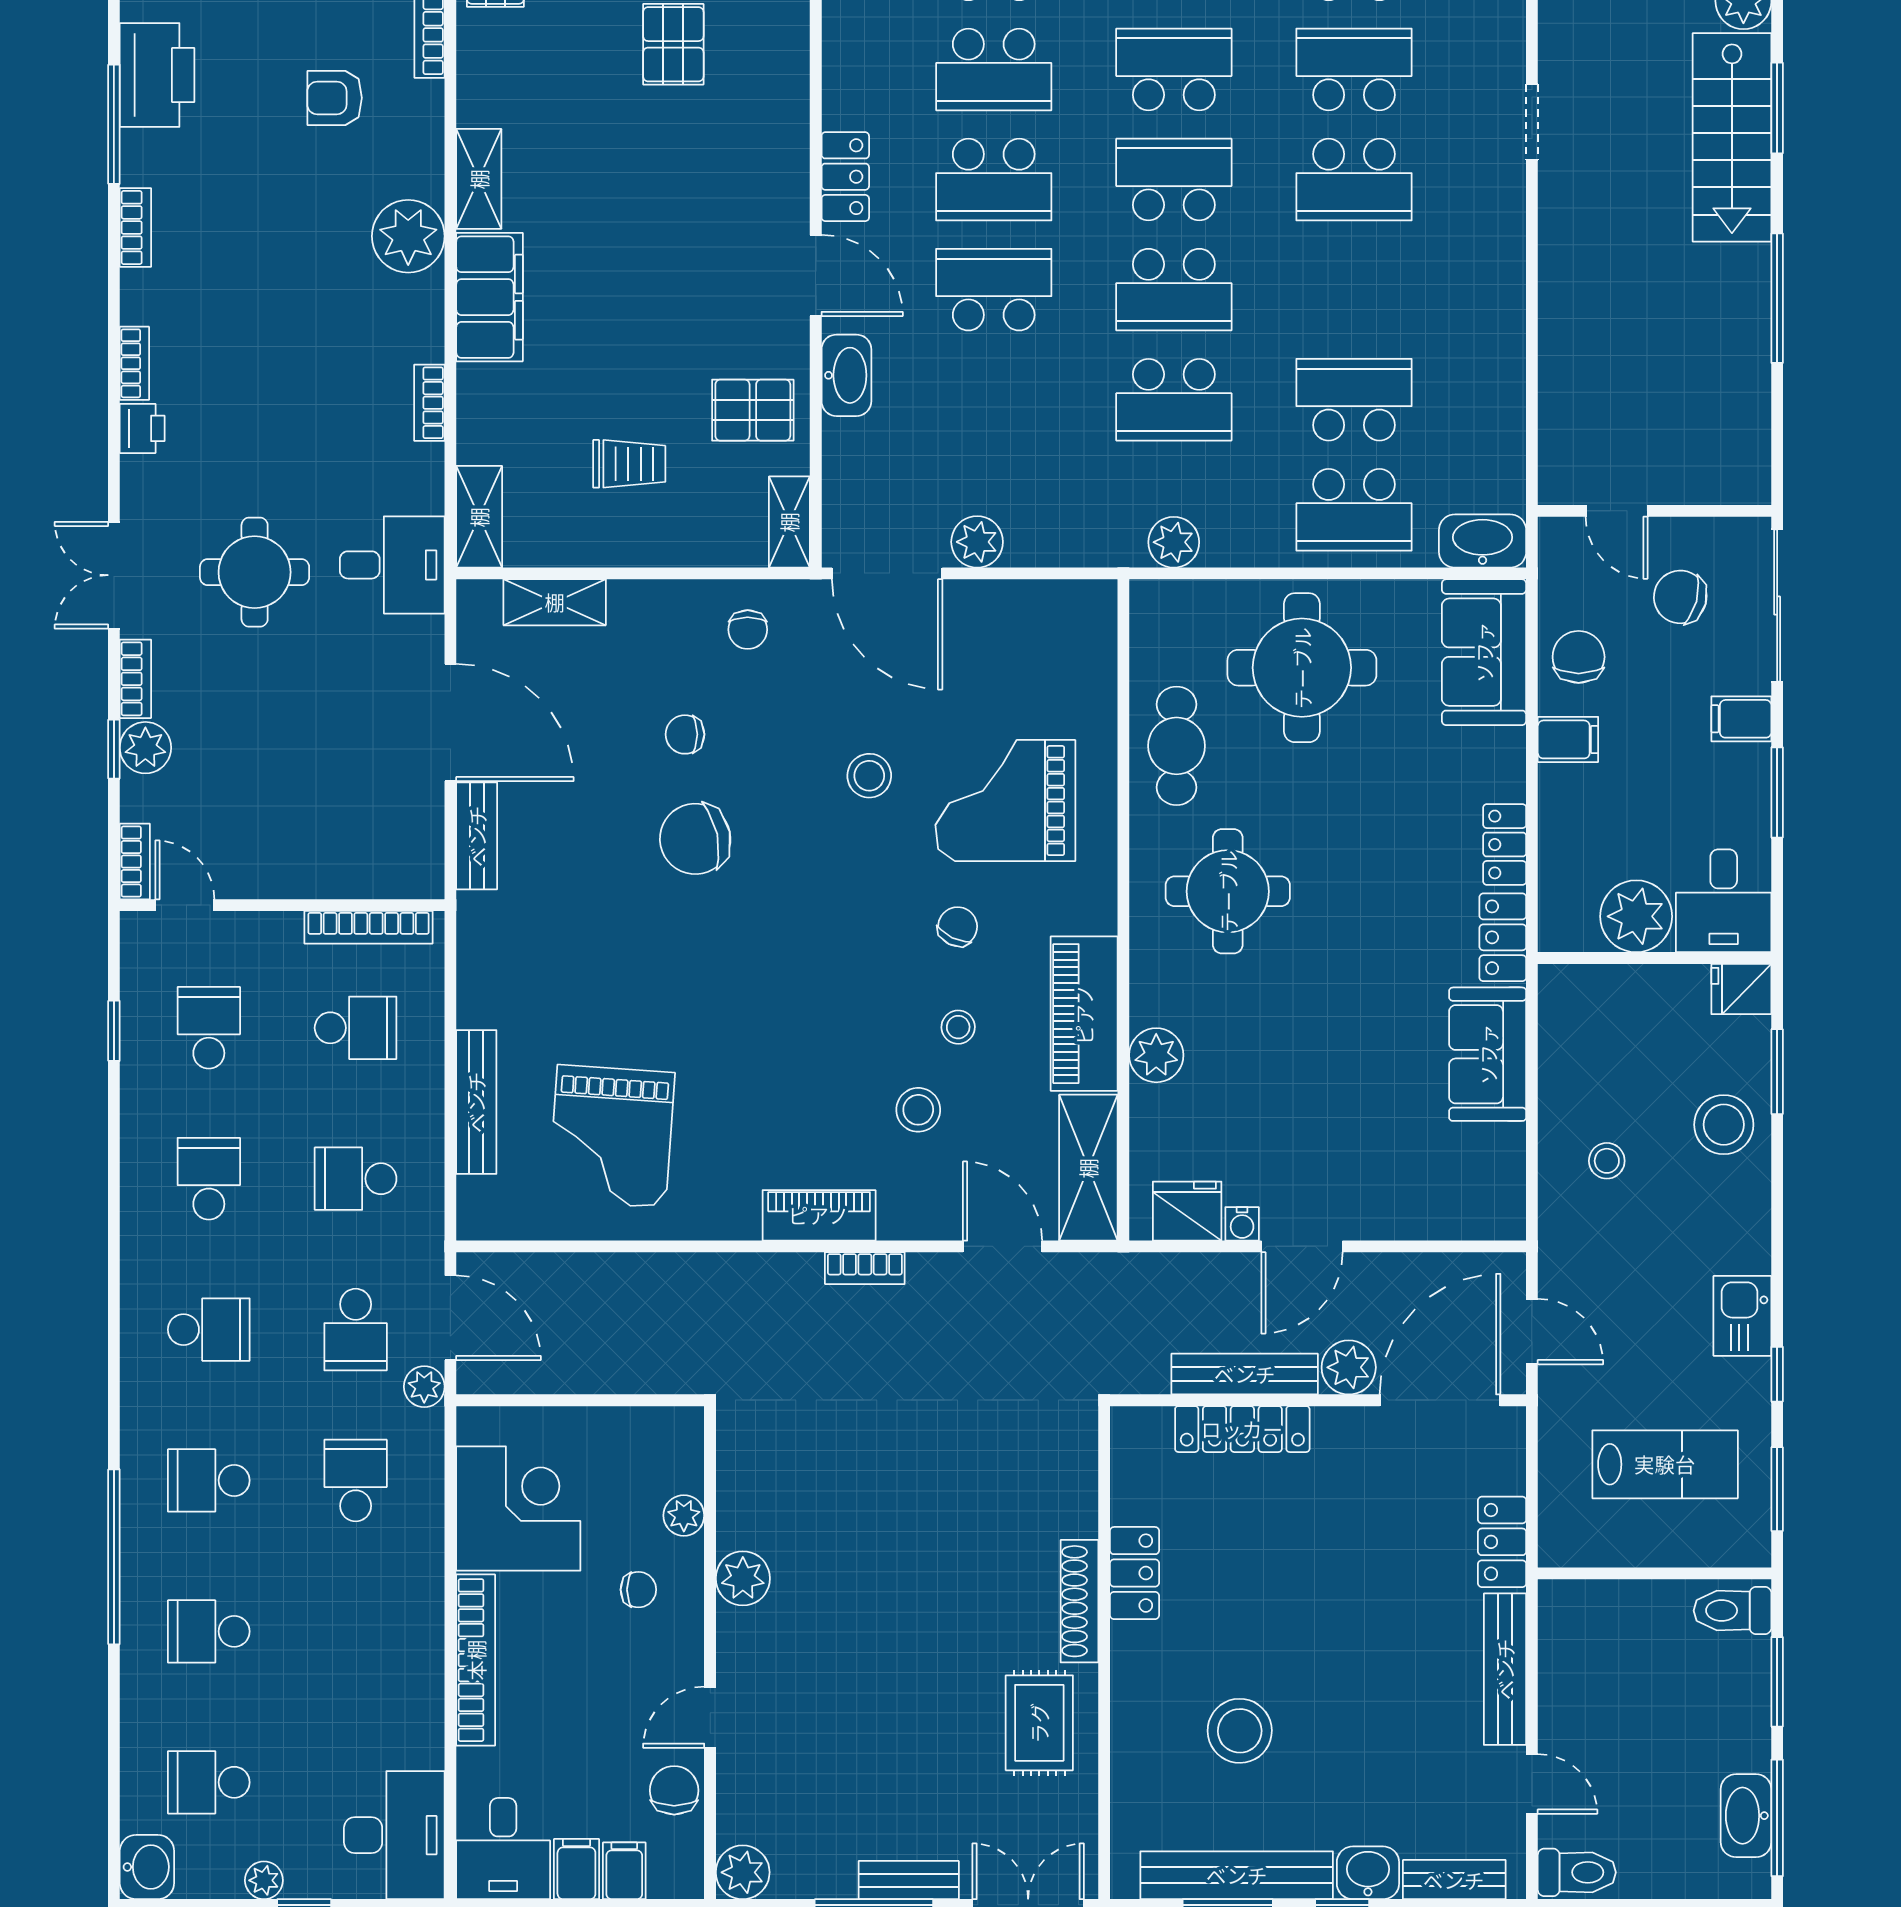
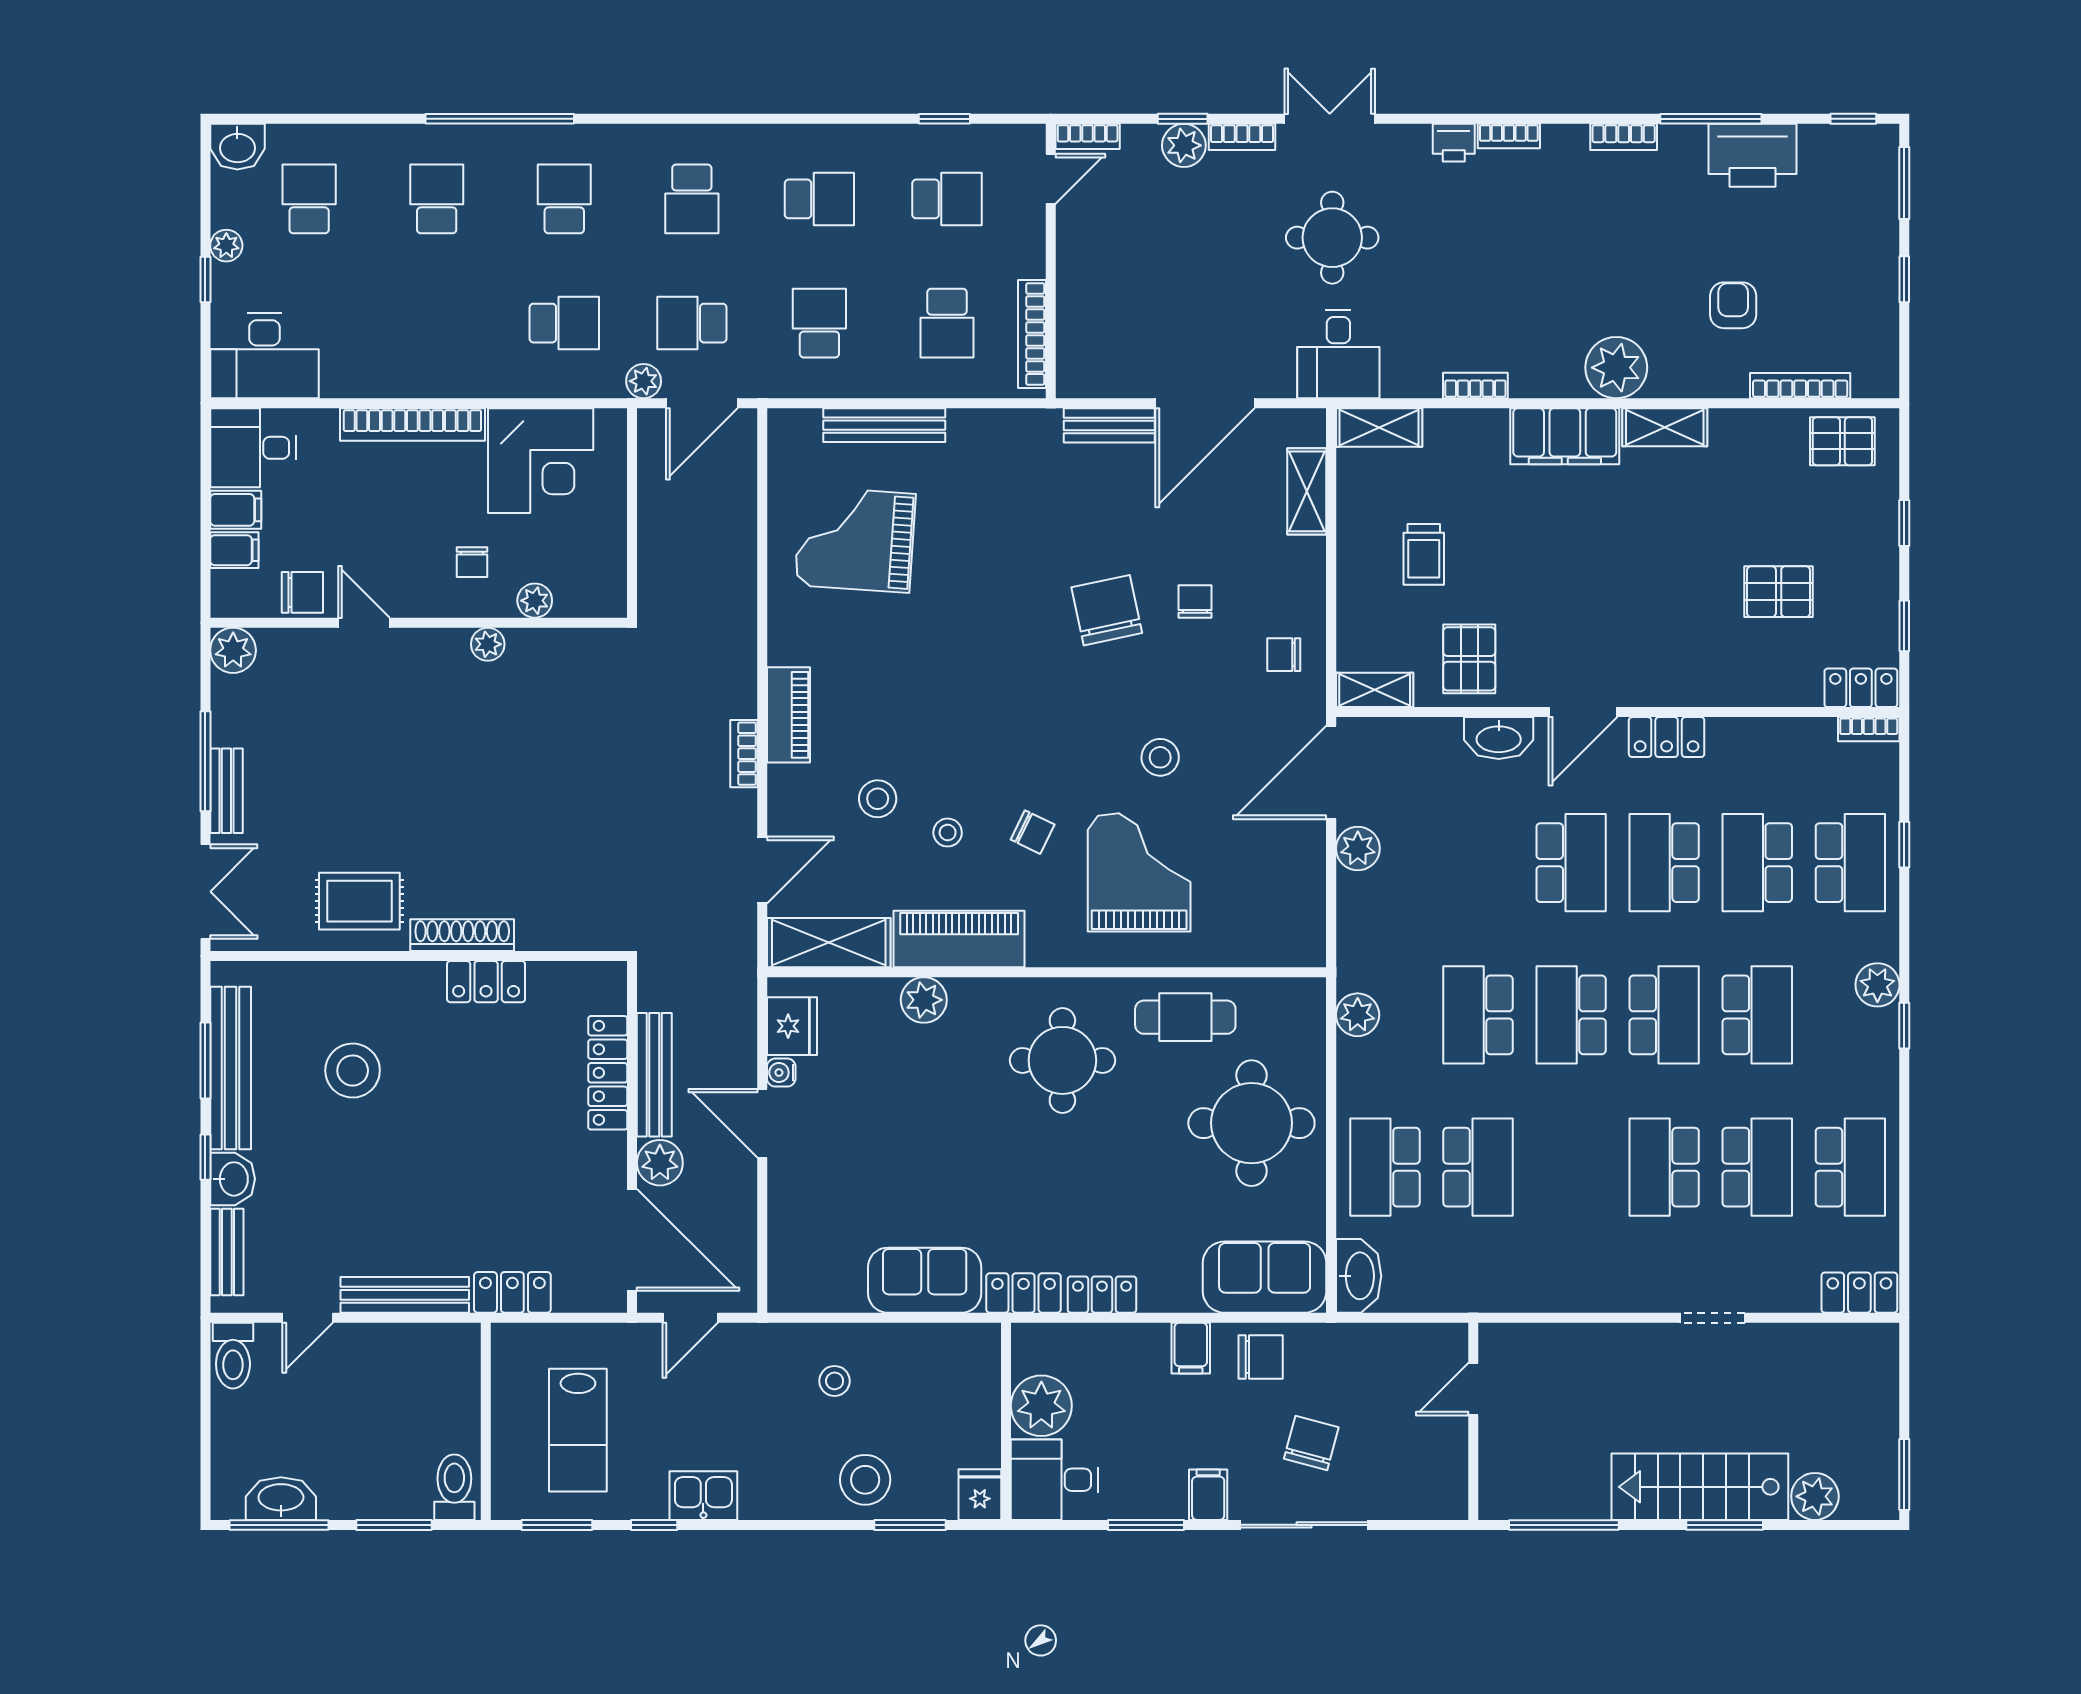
door: (1617, 511) -> (1473, 1389), moved
wall: (1655, 511) -> (1473, 1421), moved
plant: (743, 1578) -> (488, 644), width x0.73, depth x0.73

